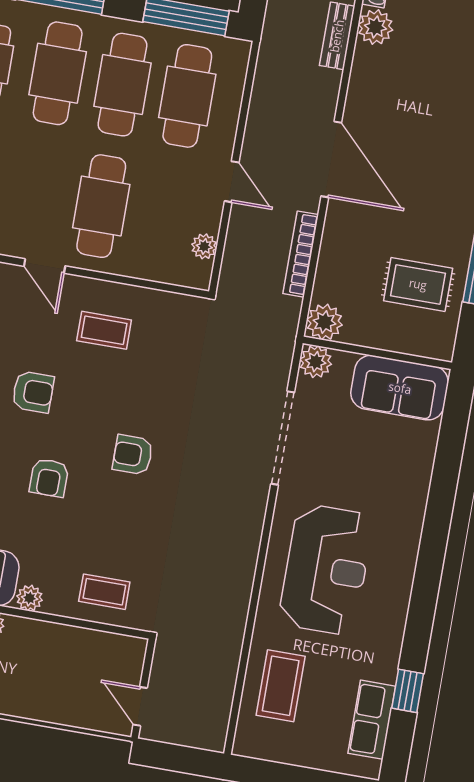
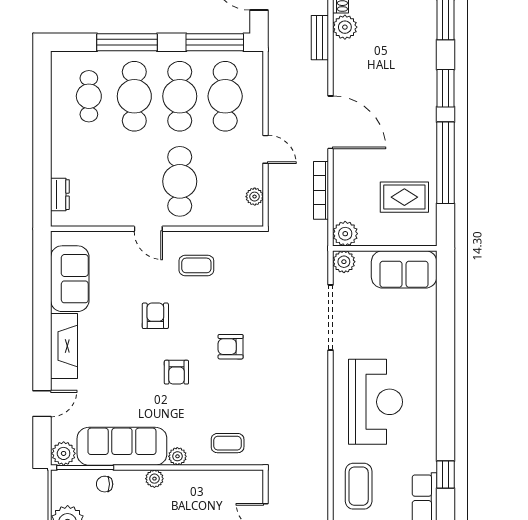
armchair: (33, 392) -> (155, 316), turned -90

